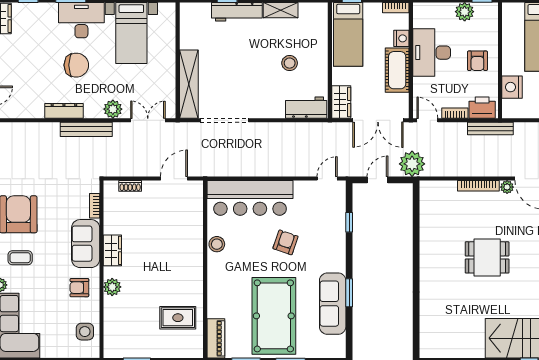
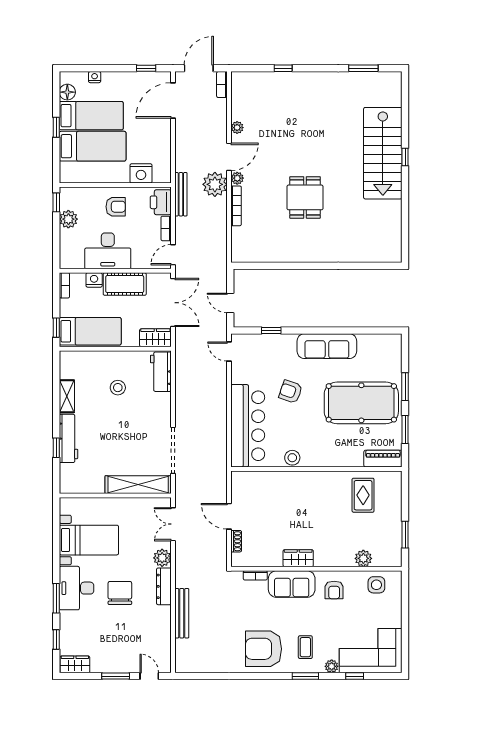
dresser: (64, 111) -> (164, 586), moved
bench: (86, 129) -> (182, 613), moved
plant: (412, 164) -> (215, 184), moved
door: (174, 179) -> (229, 516), moved
plant: (112, 287) -> (363, 558), moved
window: (349, 293) -> (339, 330), removed
sofa: (333, 304) -> (327, 346), moved

